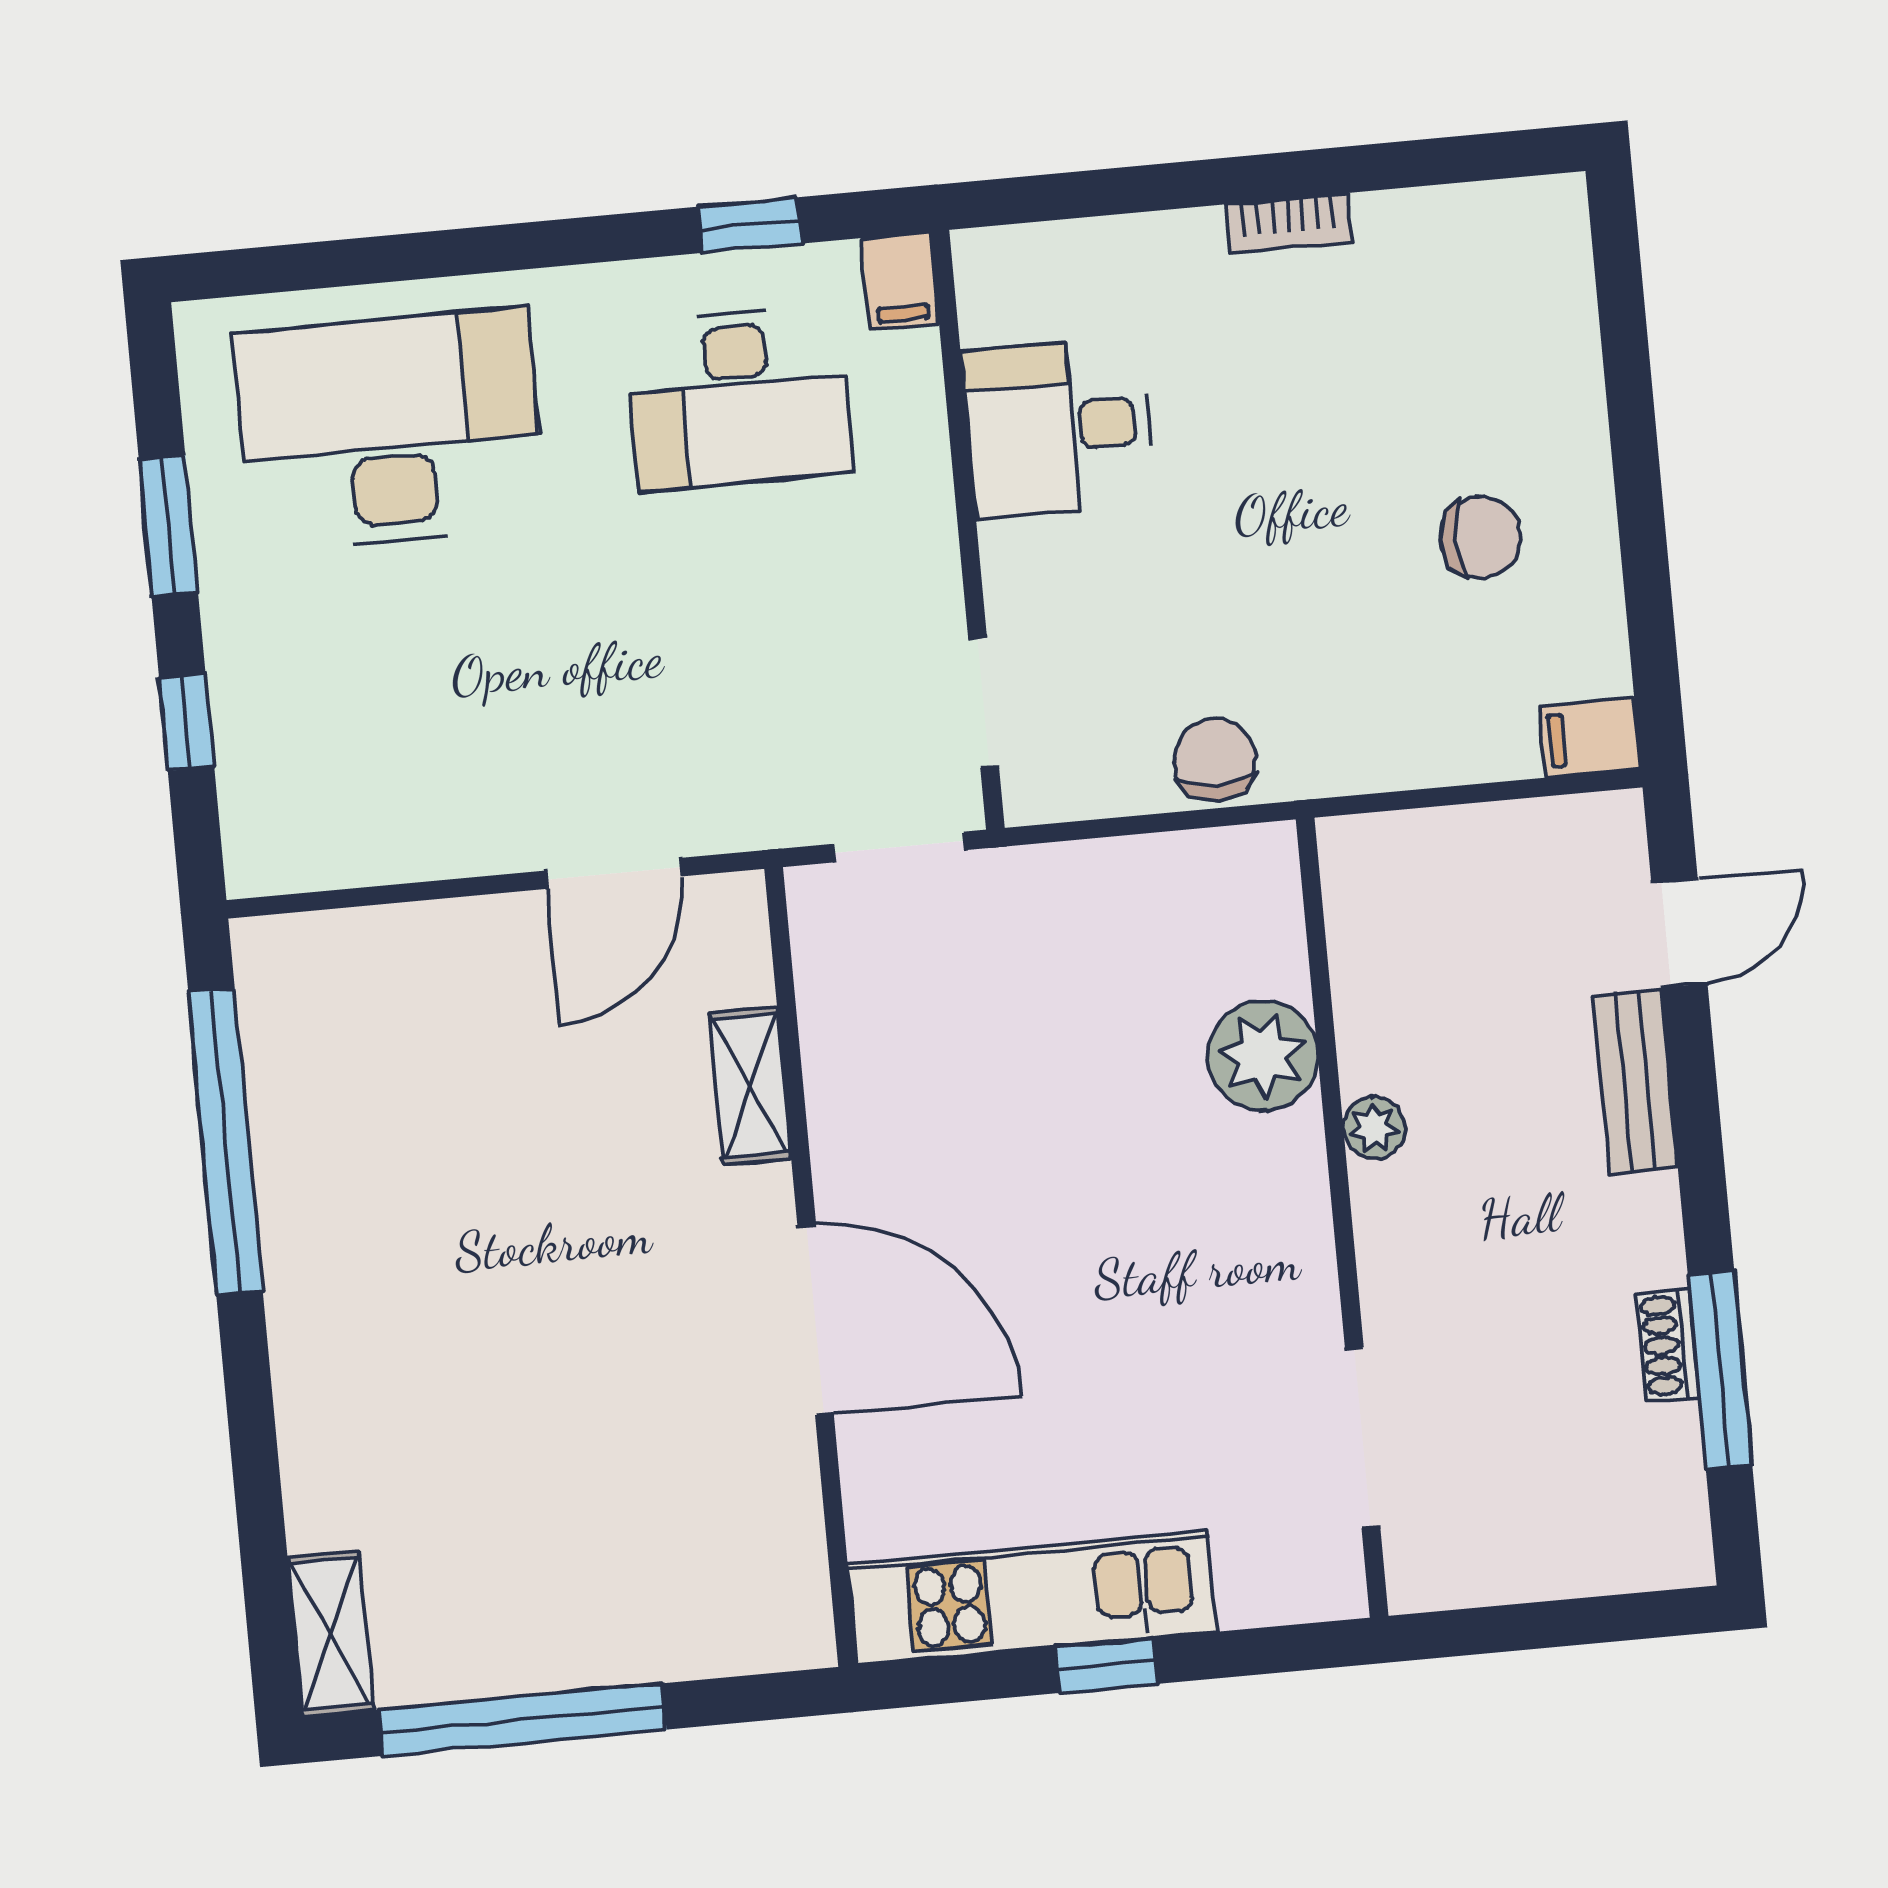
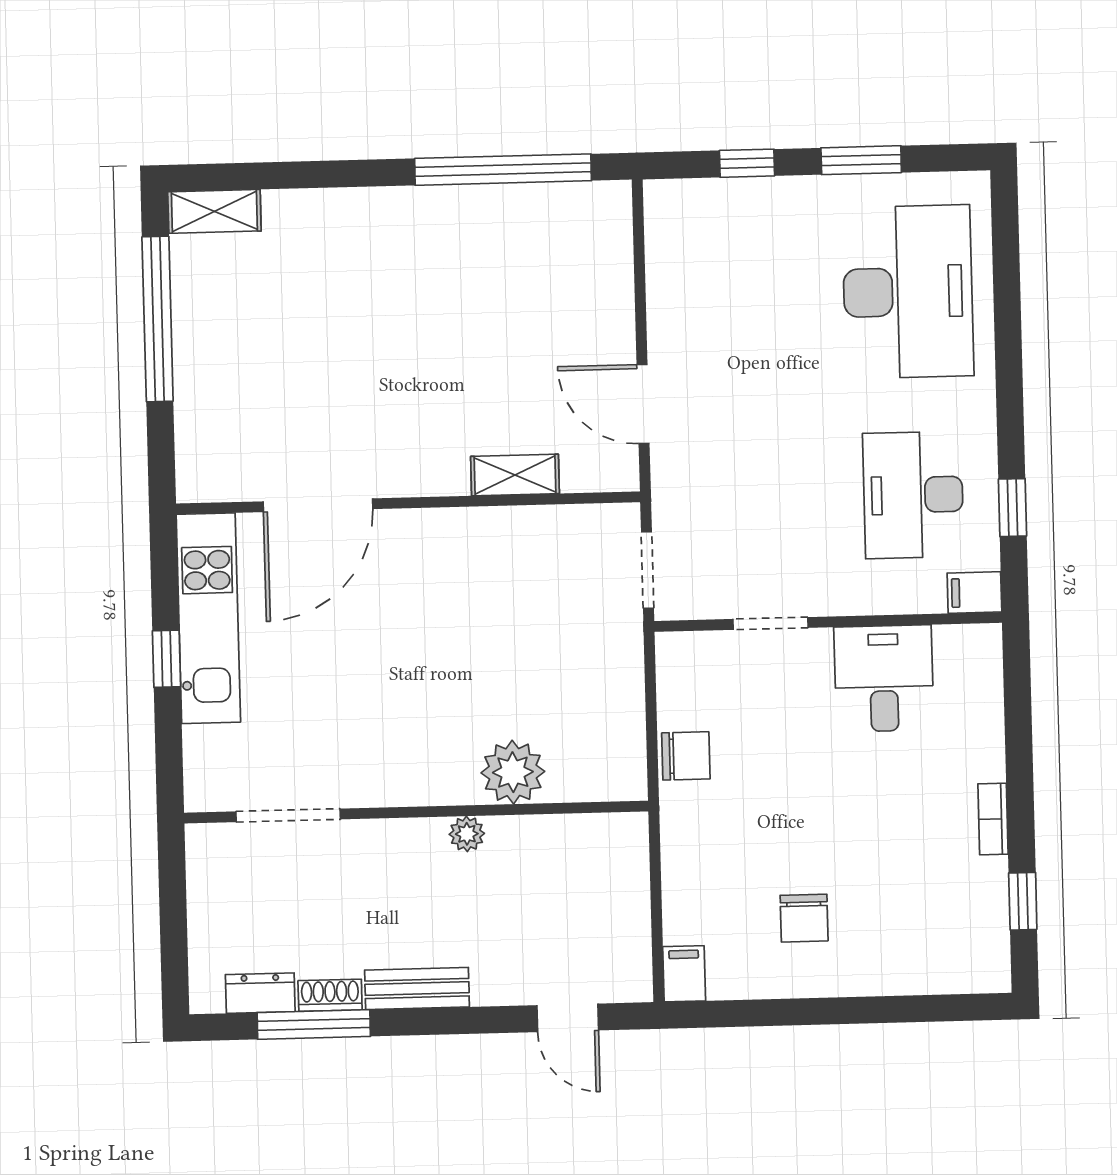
window: (1426, 162) -> (1023, 901), added
doorway: (984, 703) -> (771, 623), moved
bench: (1636, 1082) -> (417, 989), moved
door: (816, 1320) -> (318, 505), moved
dresser: (1672, 1466) -> (260, 993), added

